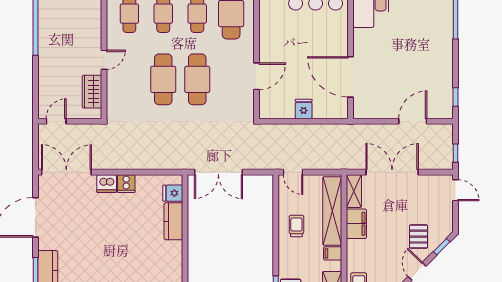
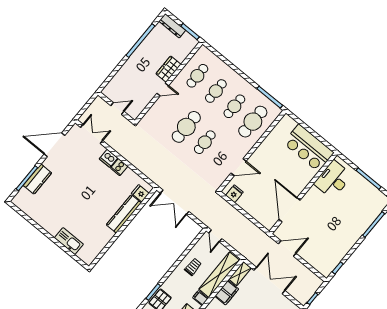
cafe table: (197, 79) -> (205, 142), width x0.73, depth x0.74
wardrobe: (92, 92) -> (168, 69), moved
fridge: (304, 109) -> (234, 194), moved
door: (56, 121) -> (117, 108), moved
door: (413, 121) -> (287, 249), moved
double door: (66, 172) -> (92, 134), width x0.73
kitchen counter: (173, 221) -> (124, 214), width x1.50

